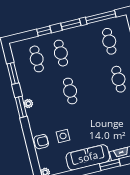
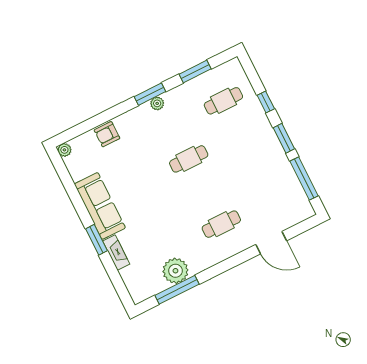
cafe table: (109, 41) -> (272, 199), removed
cafe table: (61, 53) -> (240, 133), removed
side table: (63, 136) -> (122, 164), removed
armchair: (41, 142) -> (107, 134), turned 90

